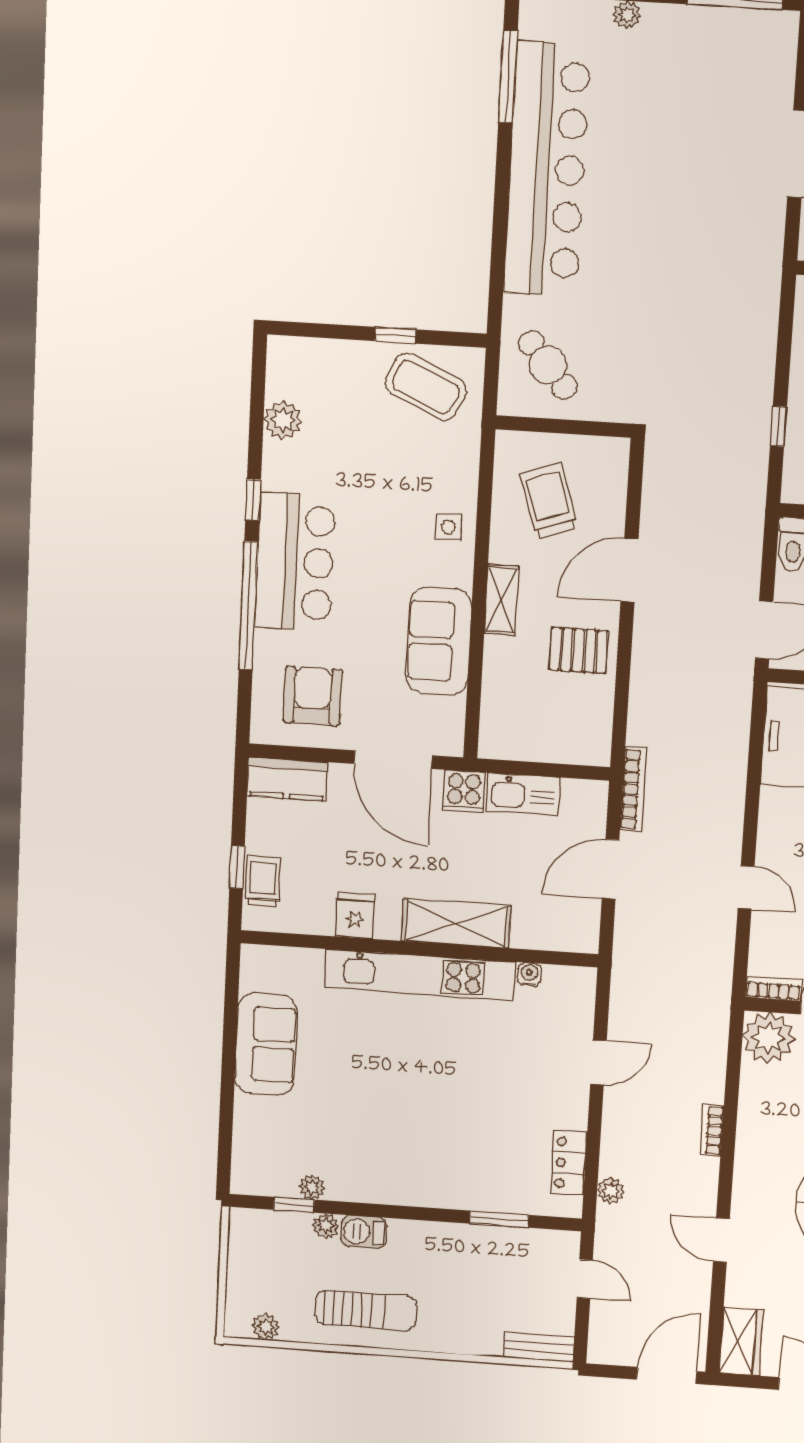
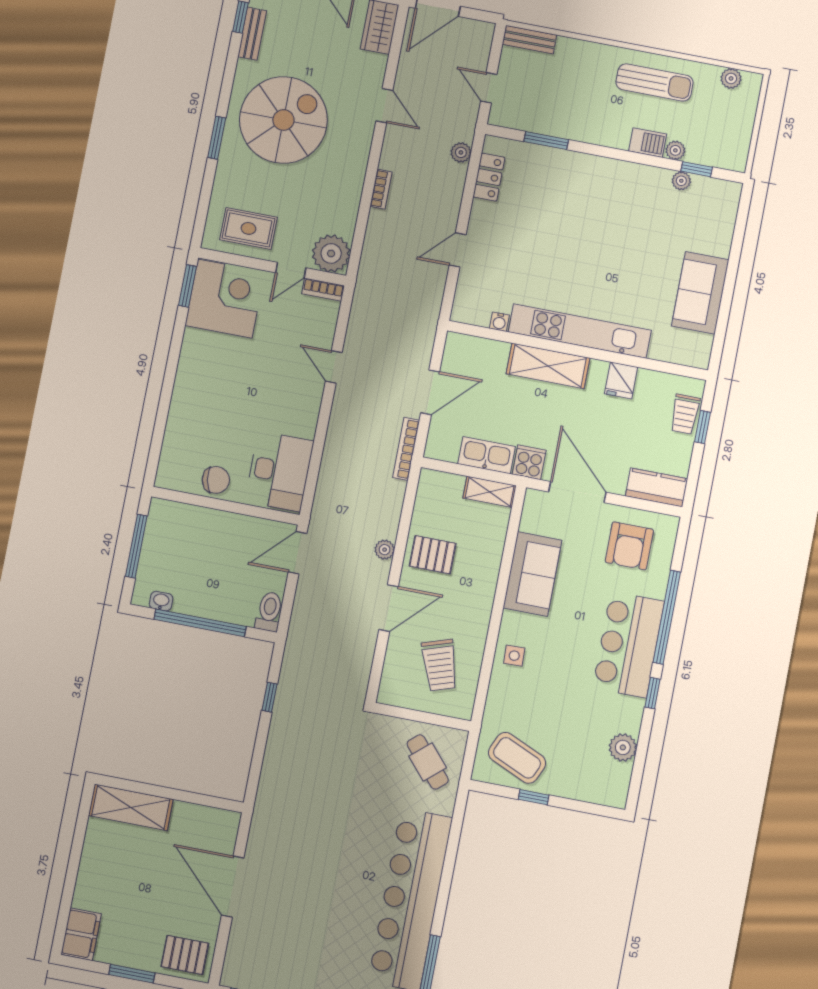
shelving: (501, 600) -> (490, 492), moved, turned 90
plant: (645, 649) -> (385, 550), added
sun lounger: (366, 1310) -> (654, 82), turned 180

